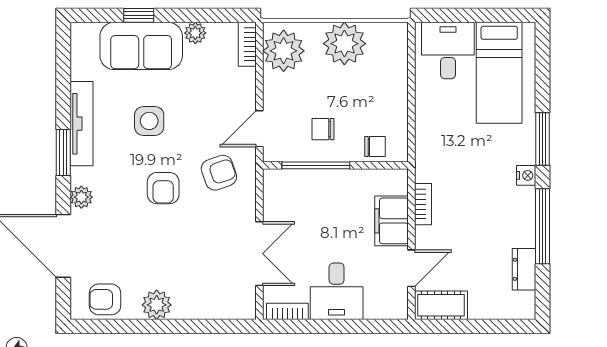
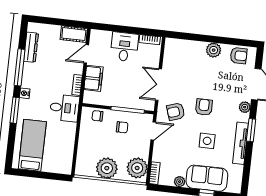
desk: (448, 50) -> (64, 108), moved, turned -90
double door: (259, 254) -> (158, 85), moved
dresser: (524, 269) -> (31, 47), width x1.44

